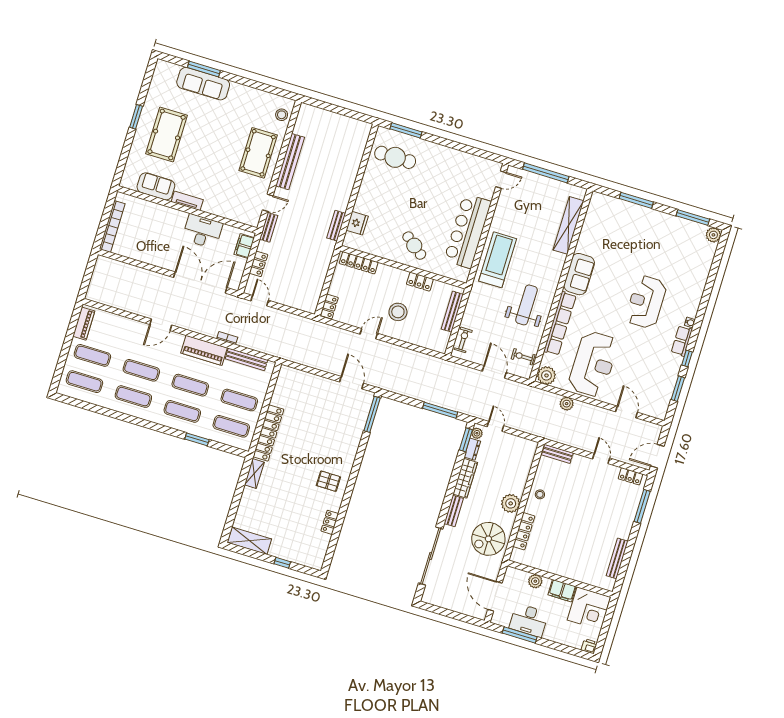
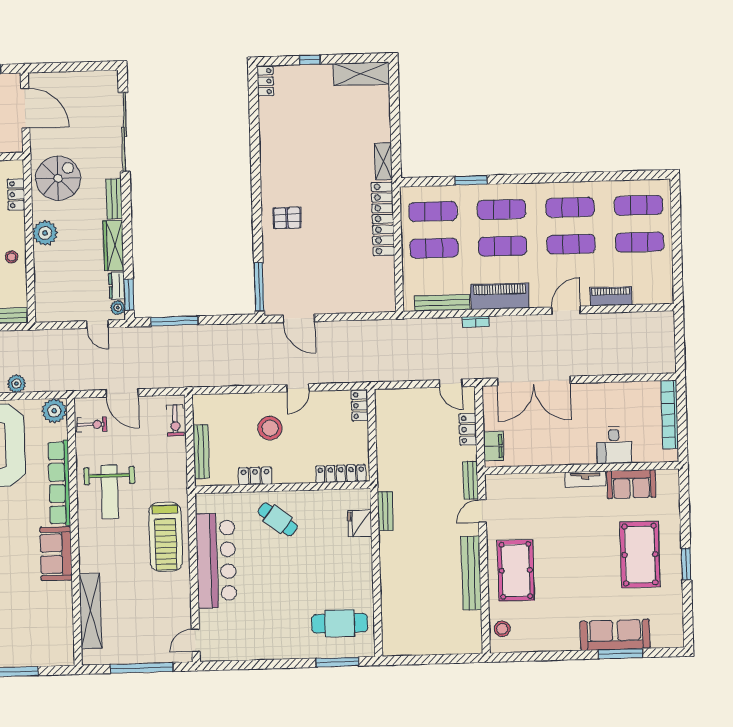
desk: (202, 231) -> (614, 445), moved, width x0.73
piano: (84, 324) -> (611, 296), moved, turned 90
pallet: (328, 481) -> (287, 218), moved
locker: (330, 522) -> (265, 81), moved
locker: (524, 531) -> (16, 195), width x0.66

